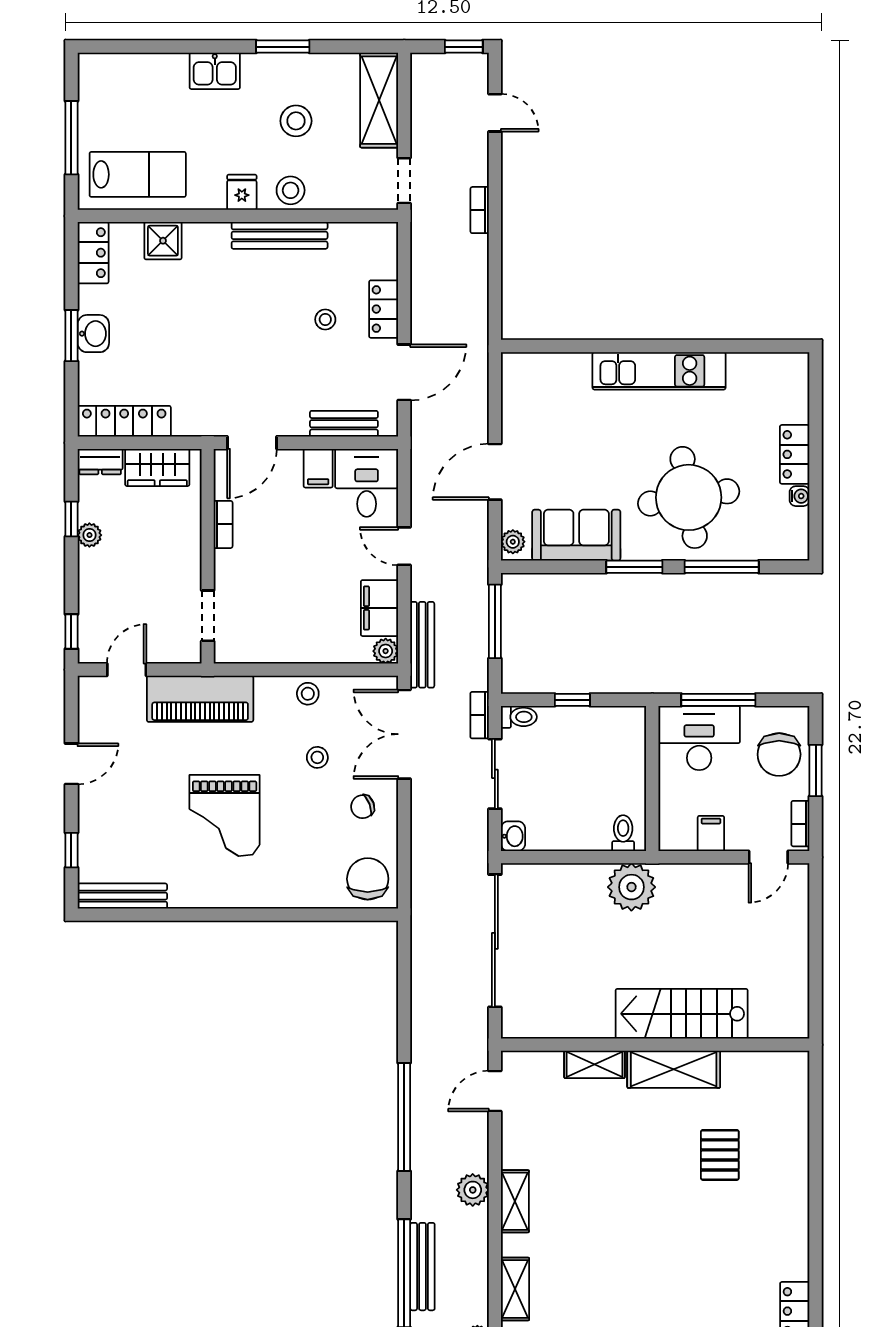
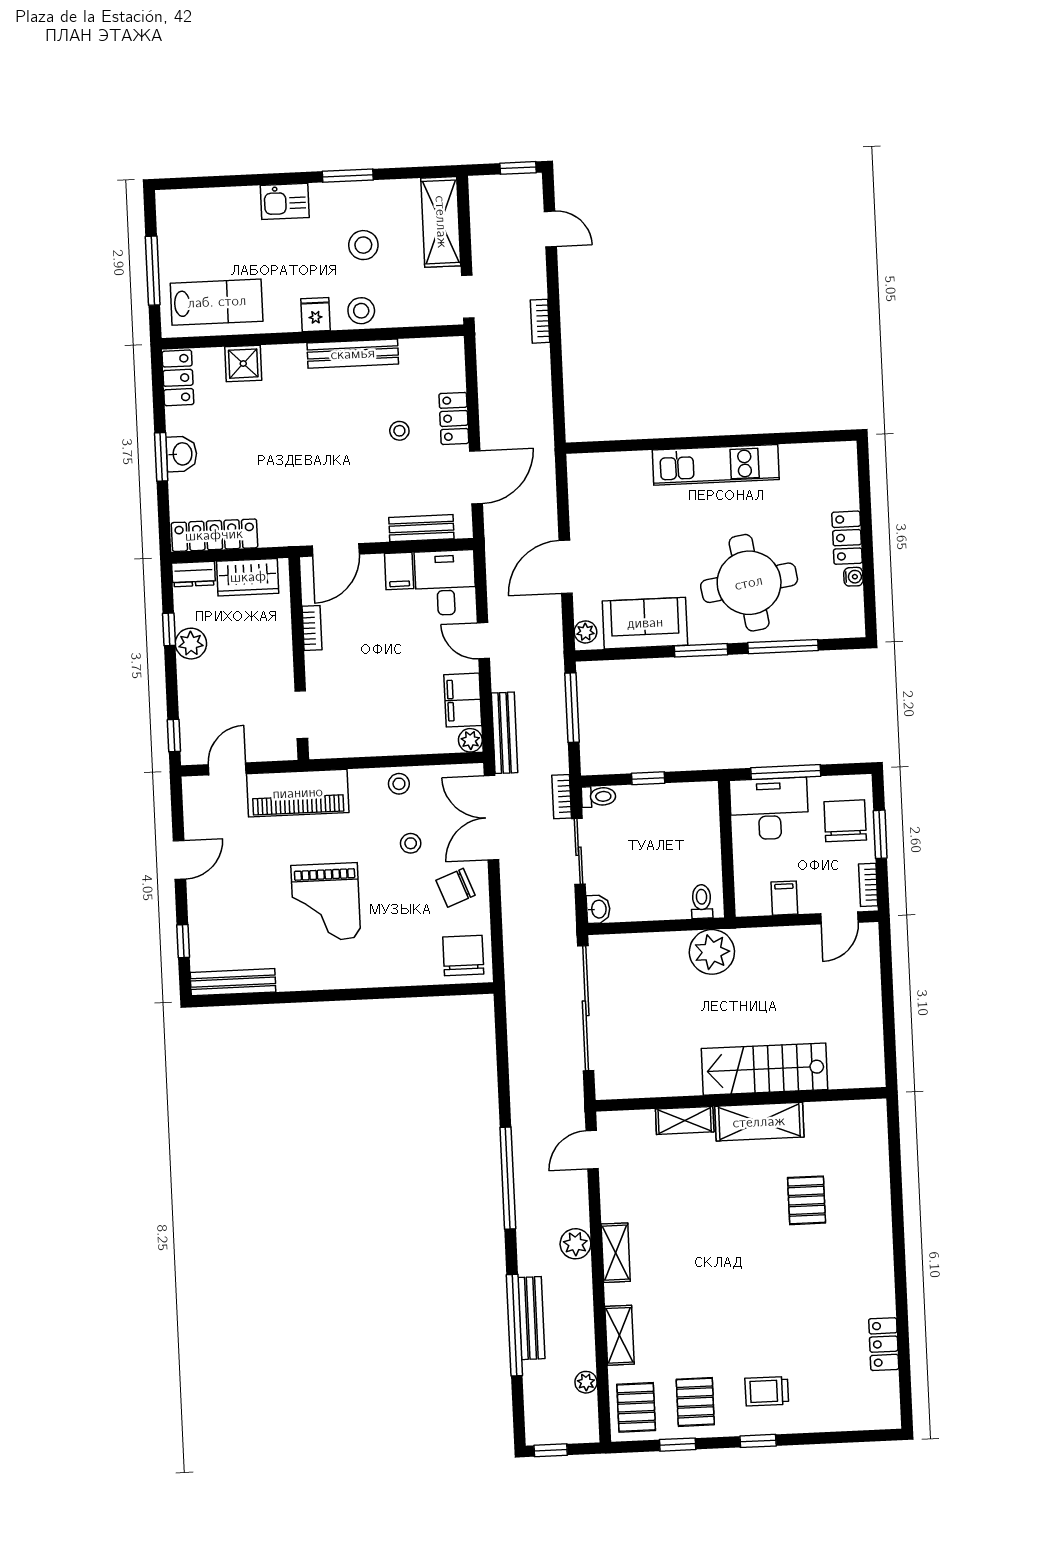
plant: (89, 535) -> (191, 644), width x1.38, depth x1.38
chair: (779, 754) -> (845, 821), turned 180
chair: (363, 807) -> (455, 888), width x1.37, depth x1.37

